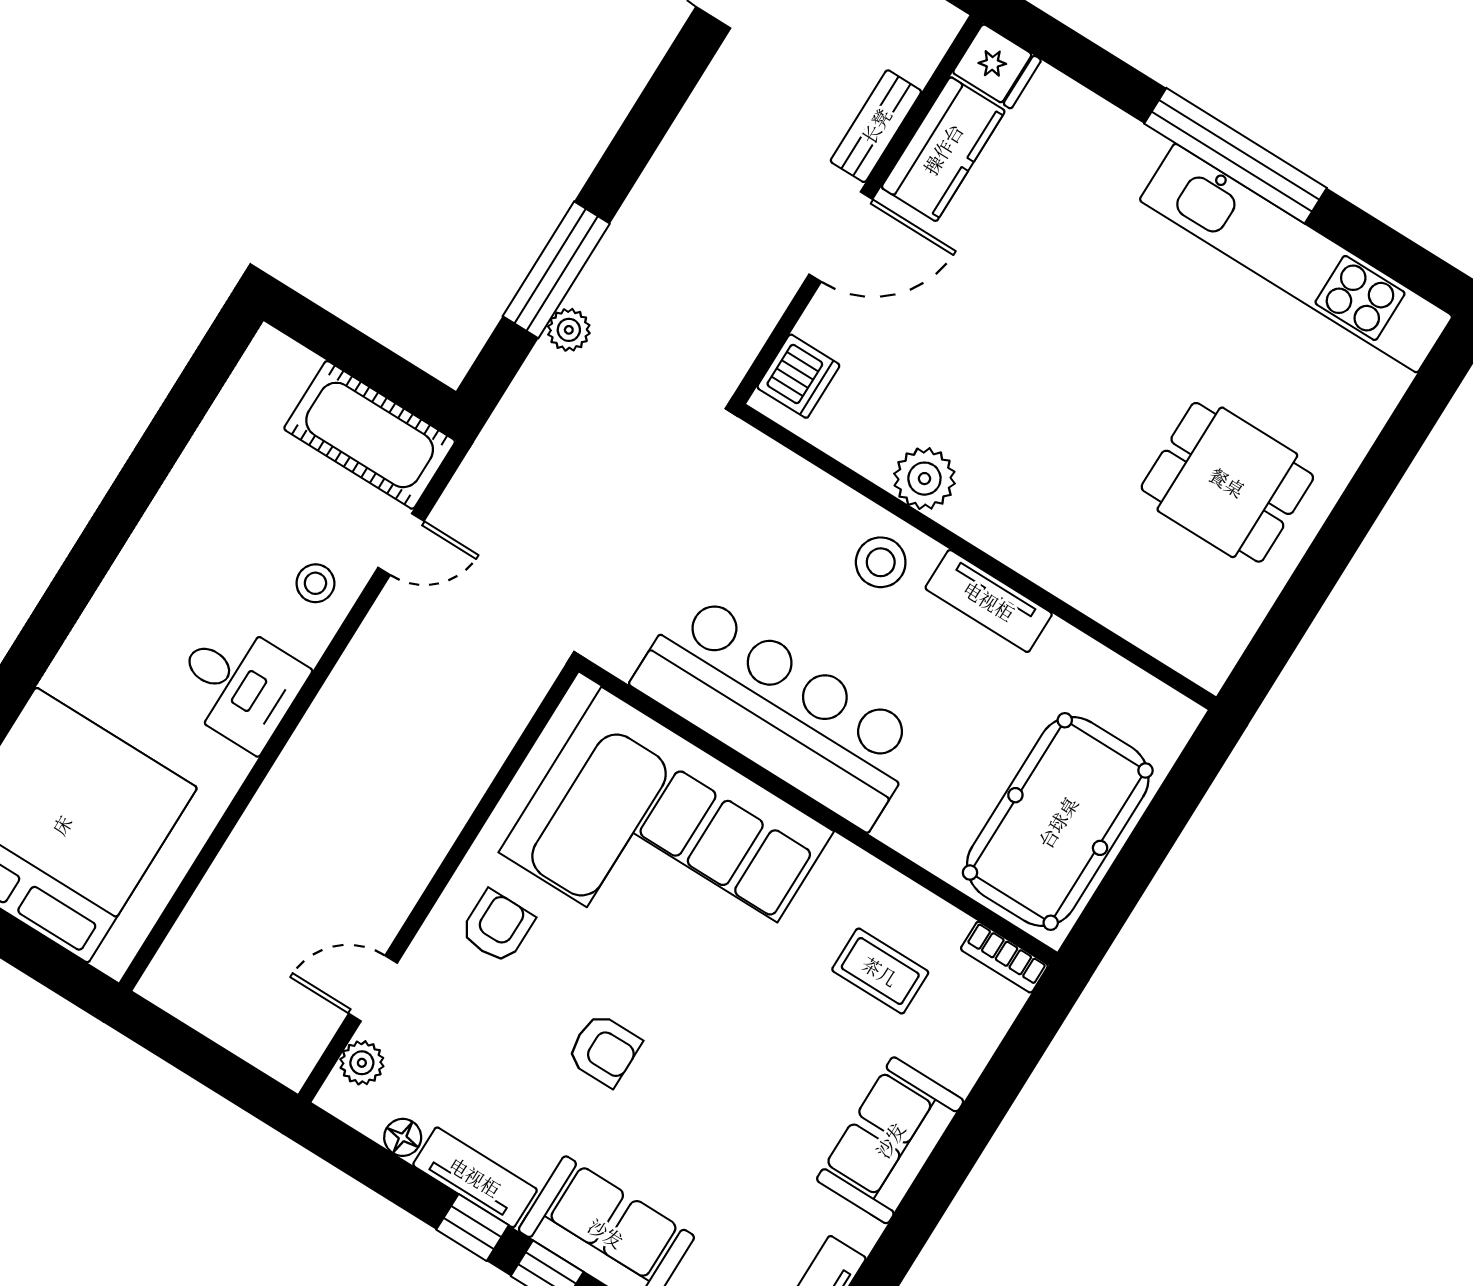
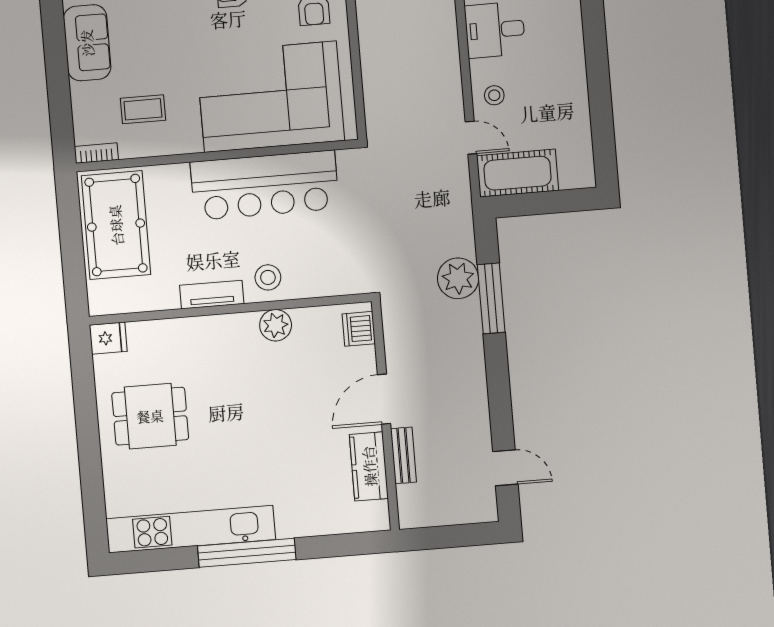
fridge: (997, 66) -> (108, 338), moved, turned 180
plant: (569, 330) -> (458, 278), width x1.87, depth x1.87
door: (401, 544) -> (471, 138), swing flipped

